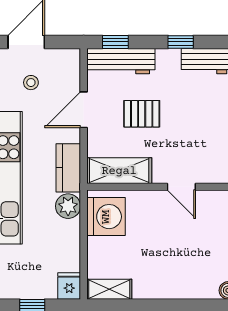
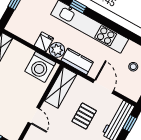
door: (181, 187) -> (34, 116), swing flipped
fridge: (69, 286) -> (44, 42), moved, turned -90

